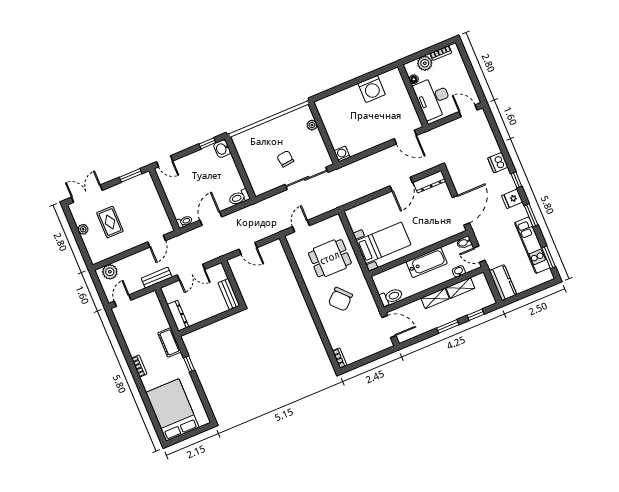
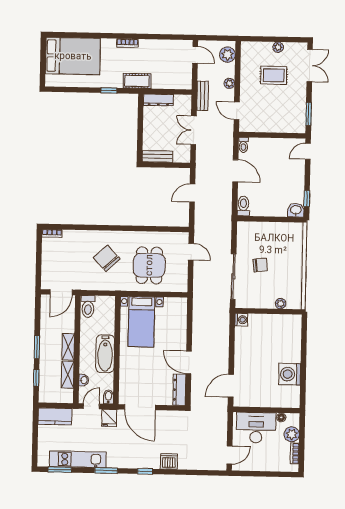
fridge: (512, 199) -> (109, 418), moved, turned 180
plant: (135, 259) -> (229, 83), added

